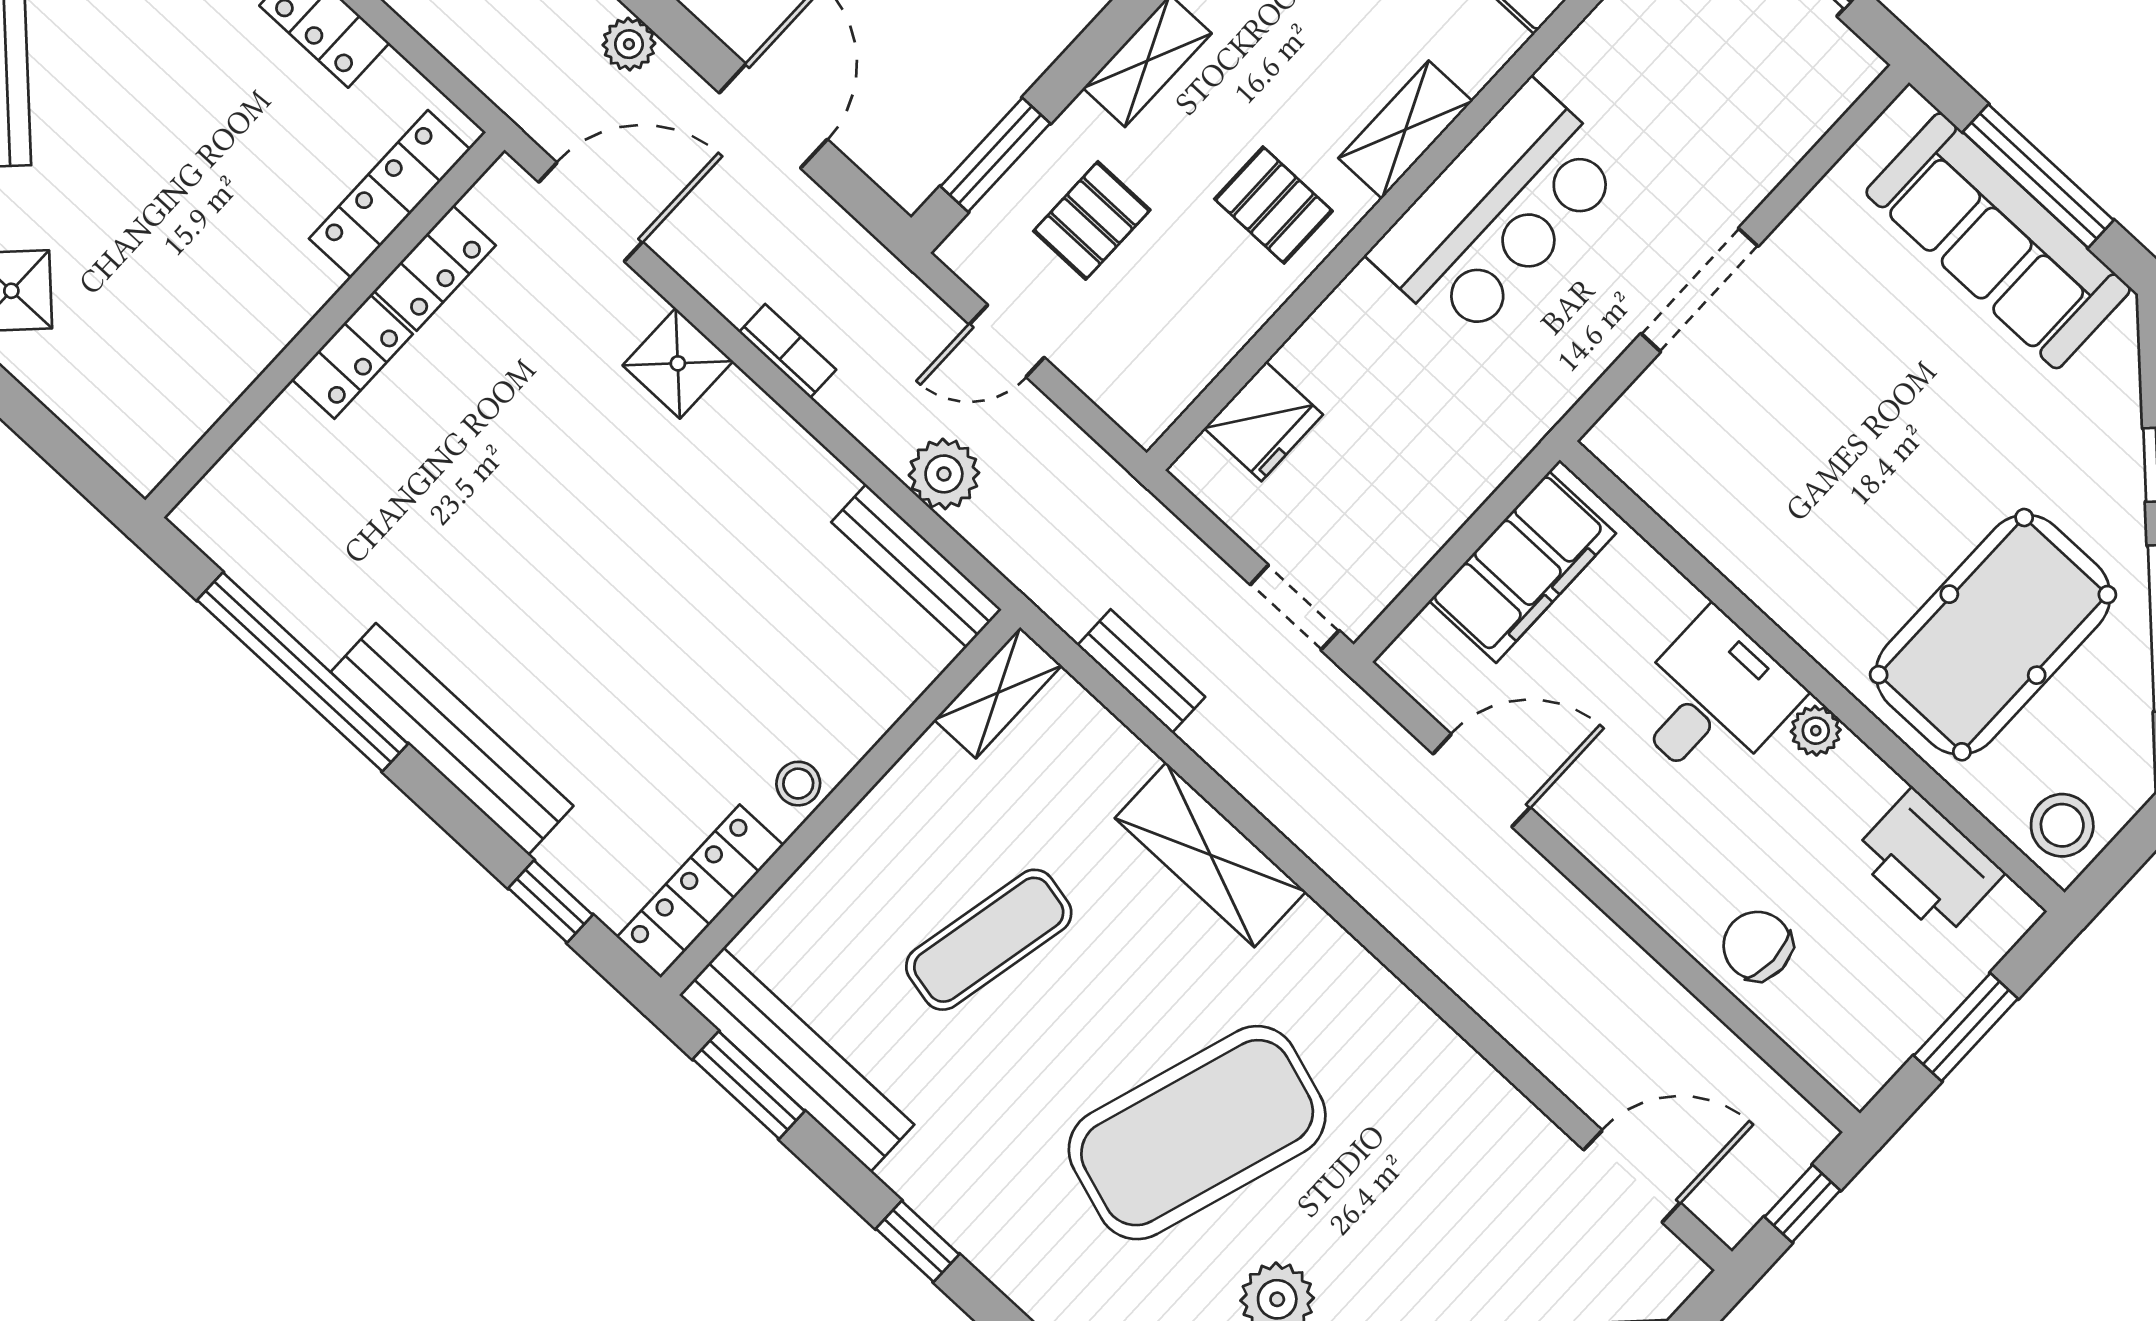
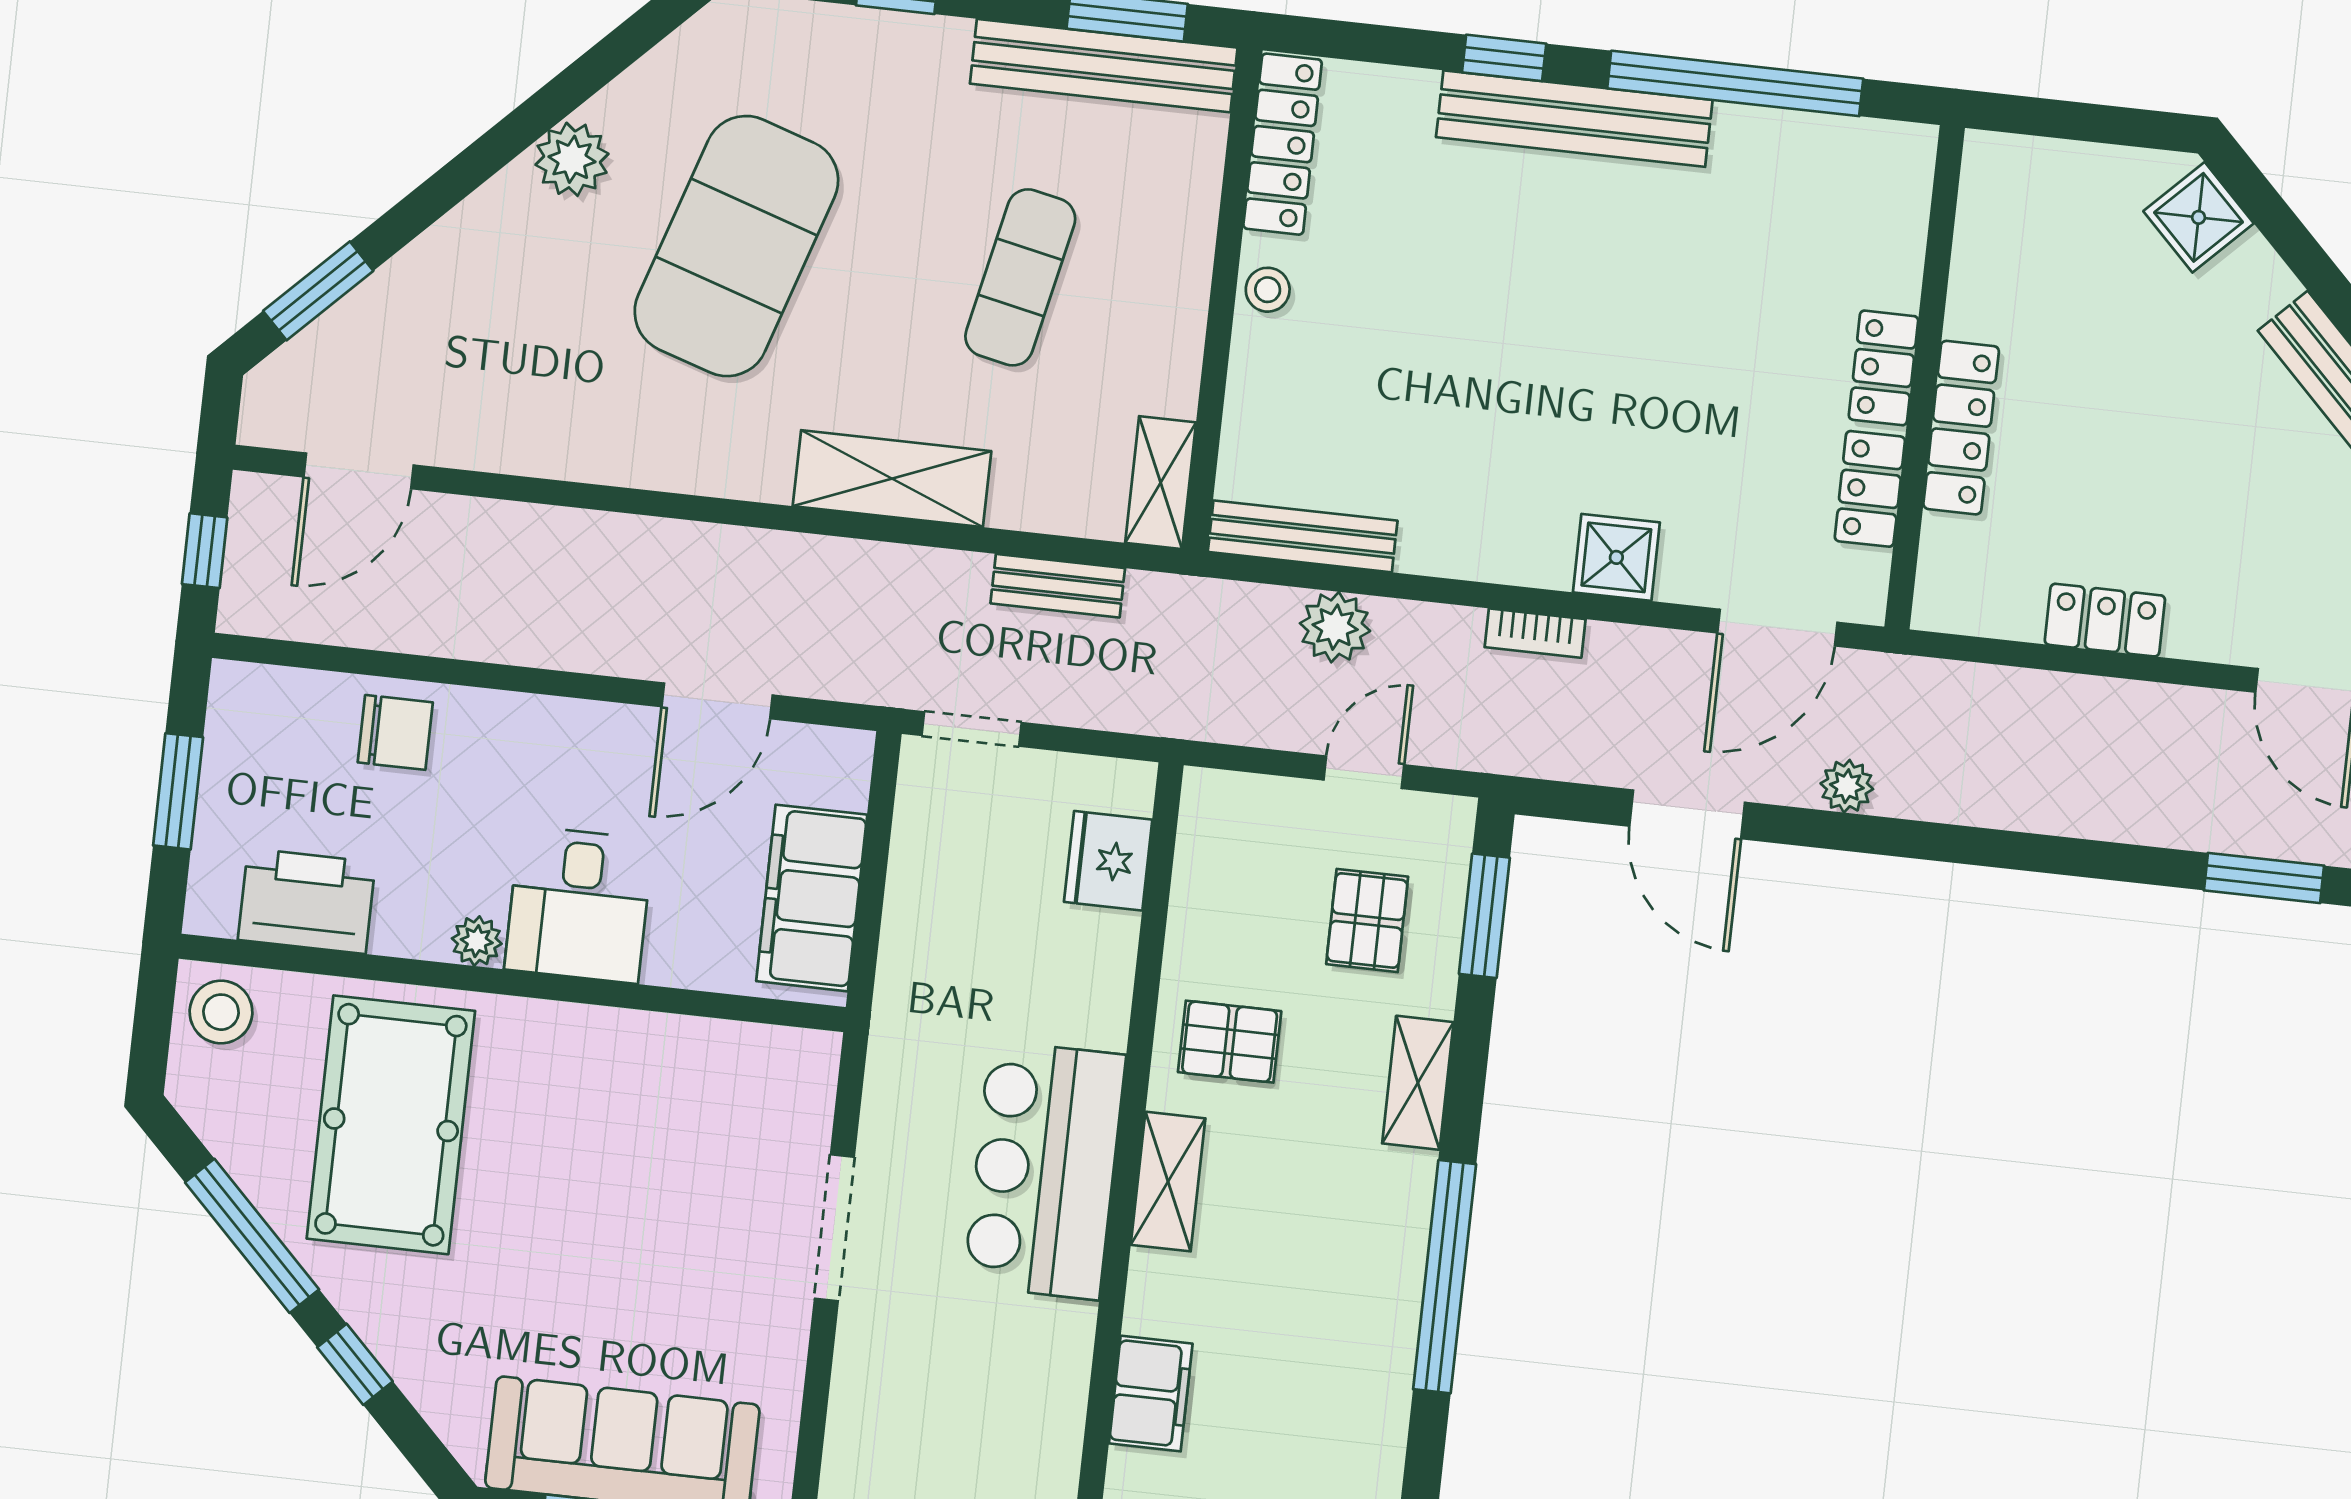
locker: (390, 194) -> (1961, 428), moved
window: (551, 902) -> (1504, 58), moved

